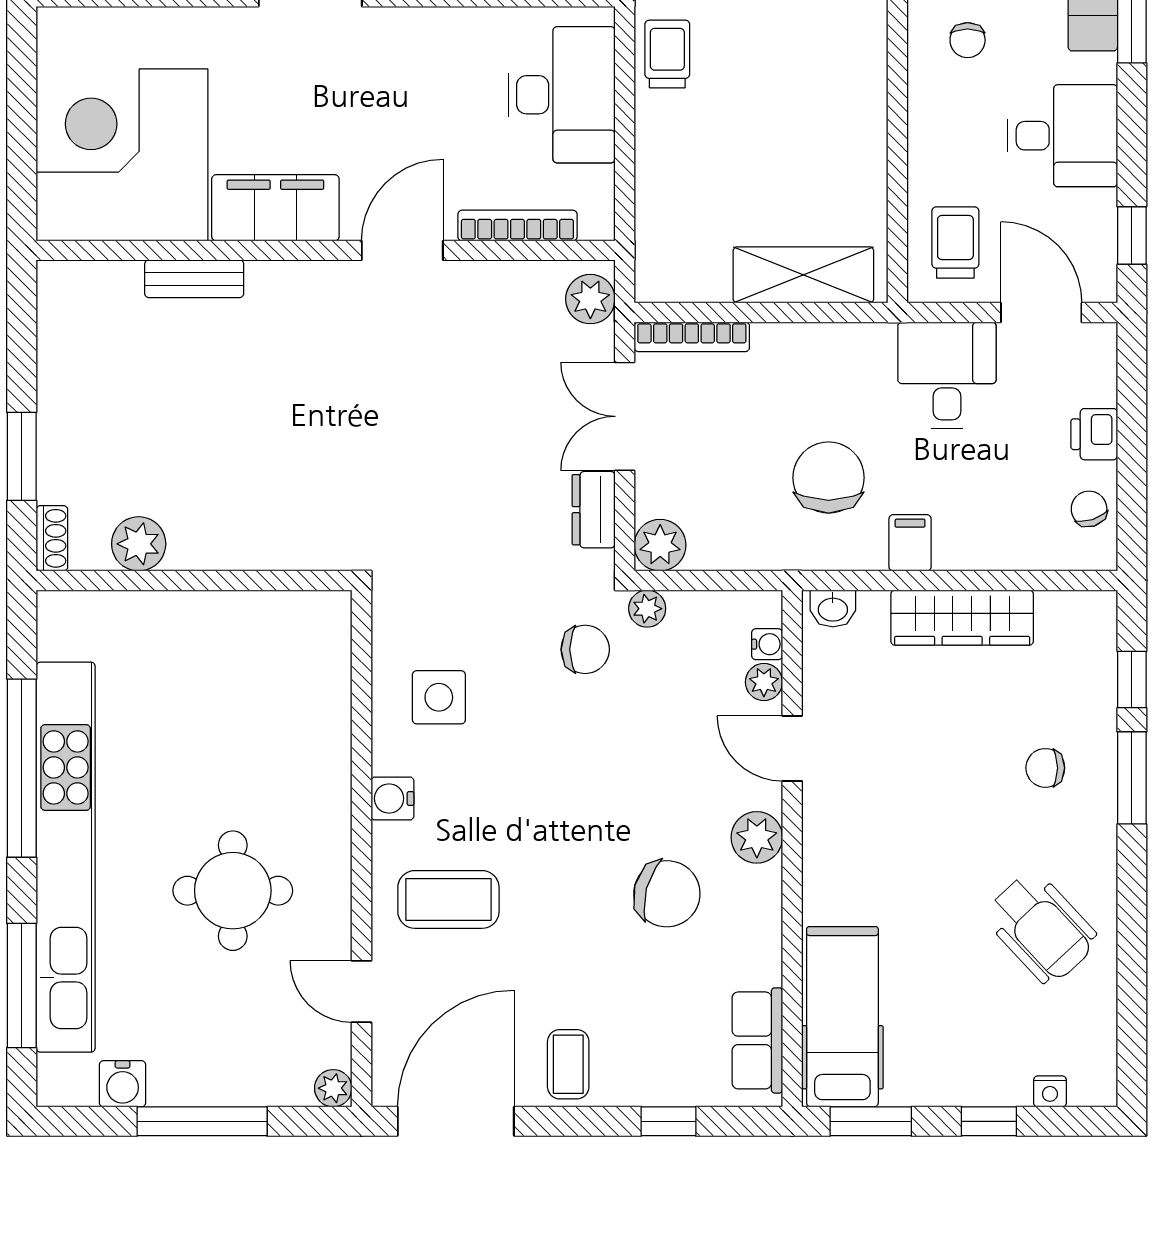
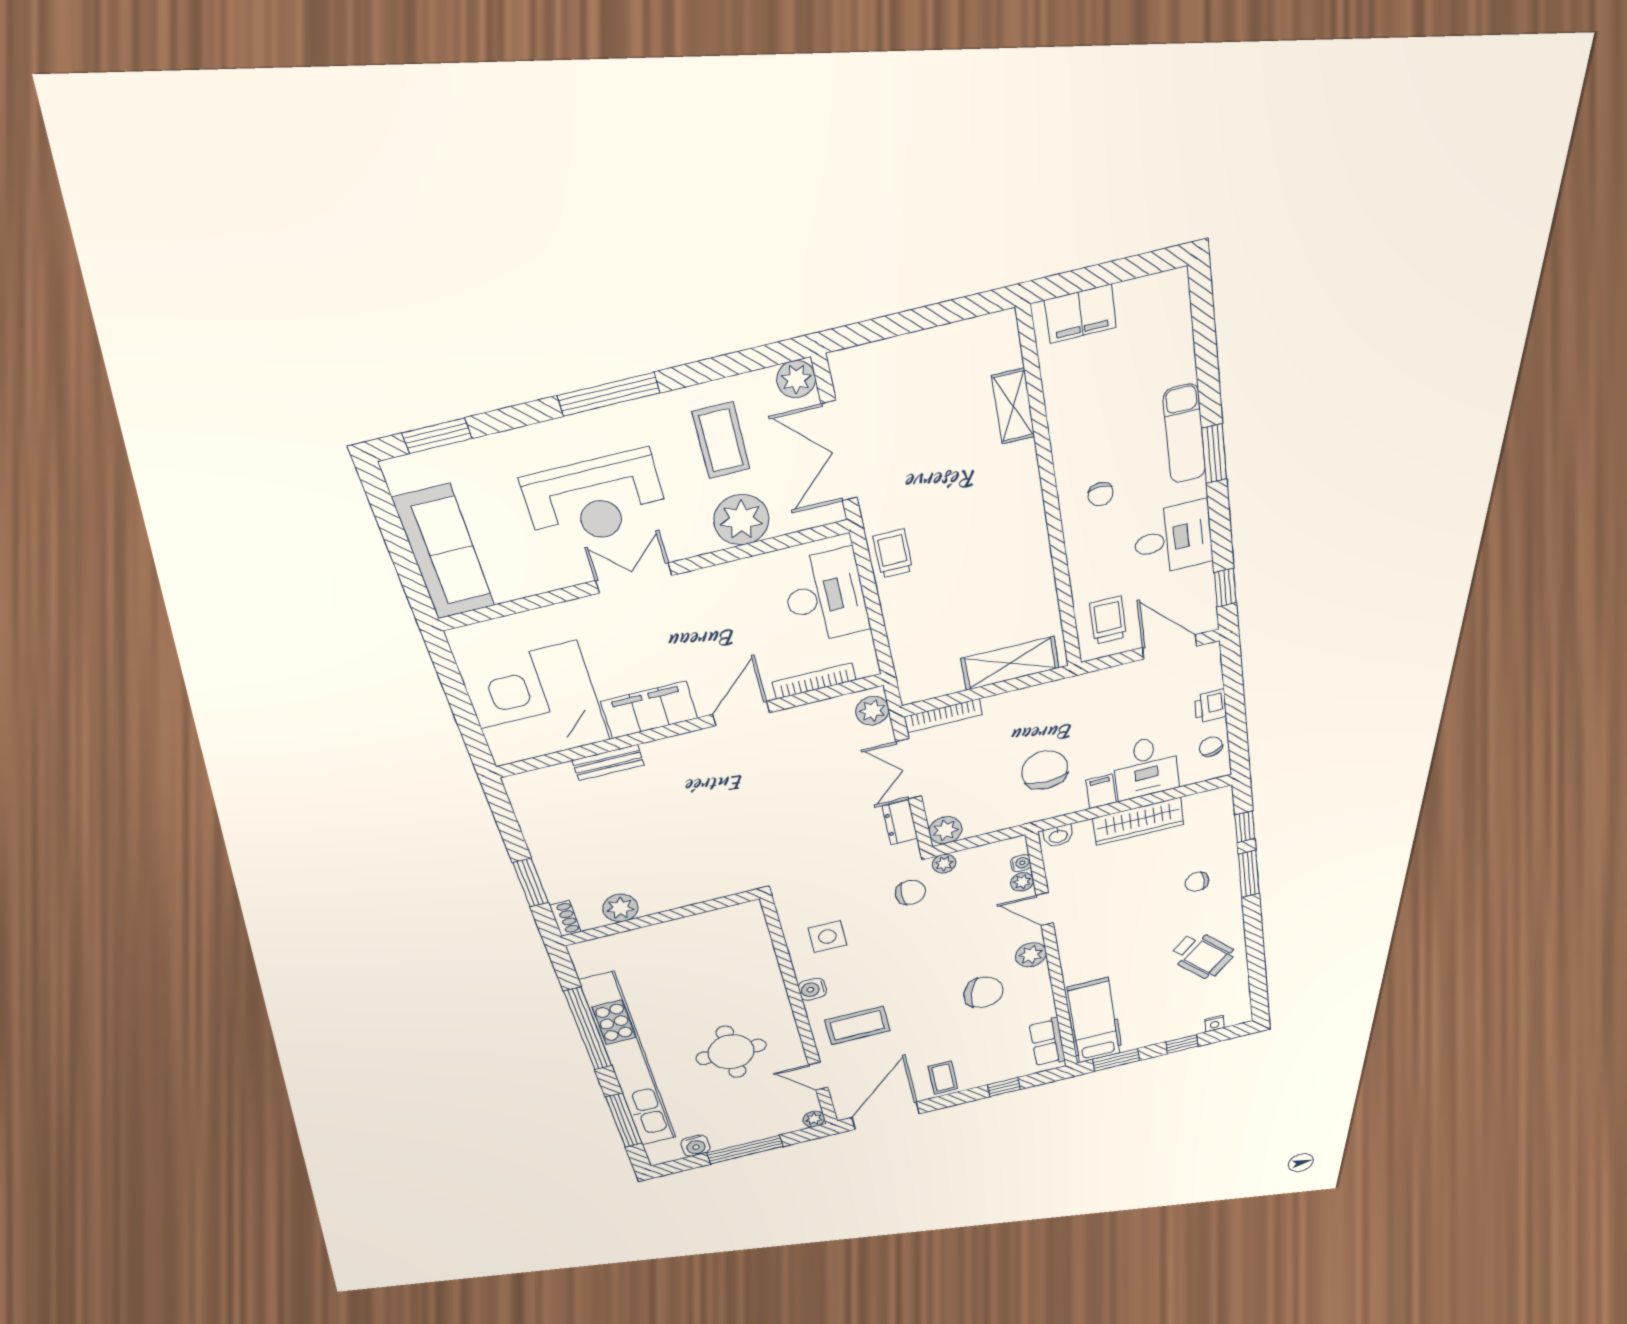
desk: (947, 375) -> (1146, 767), moved, turned 180

